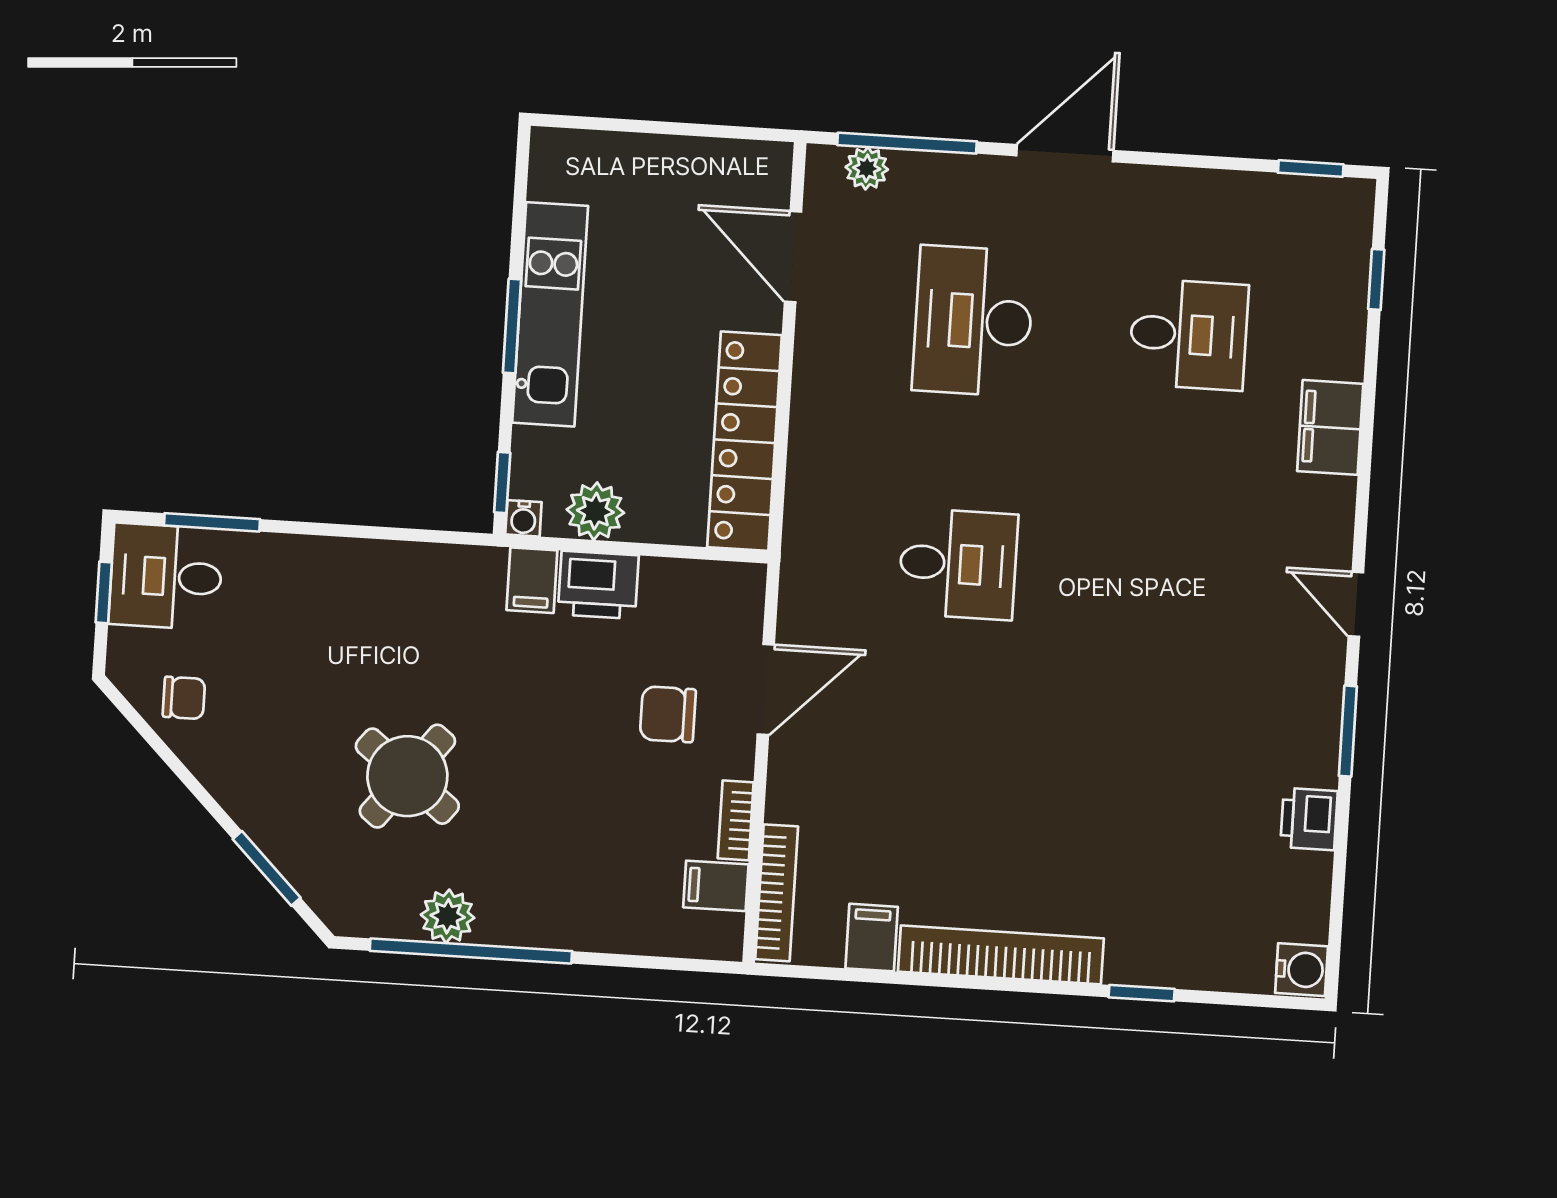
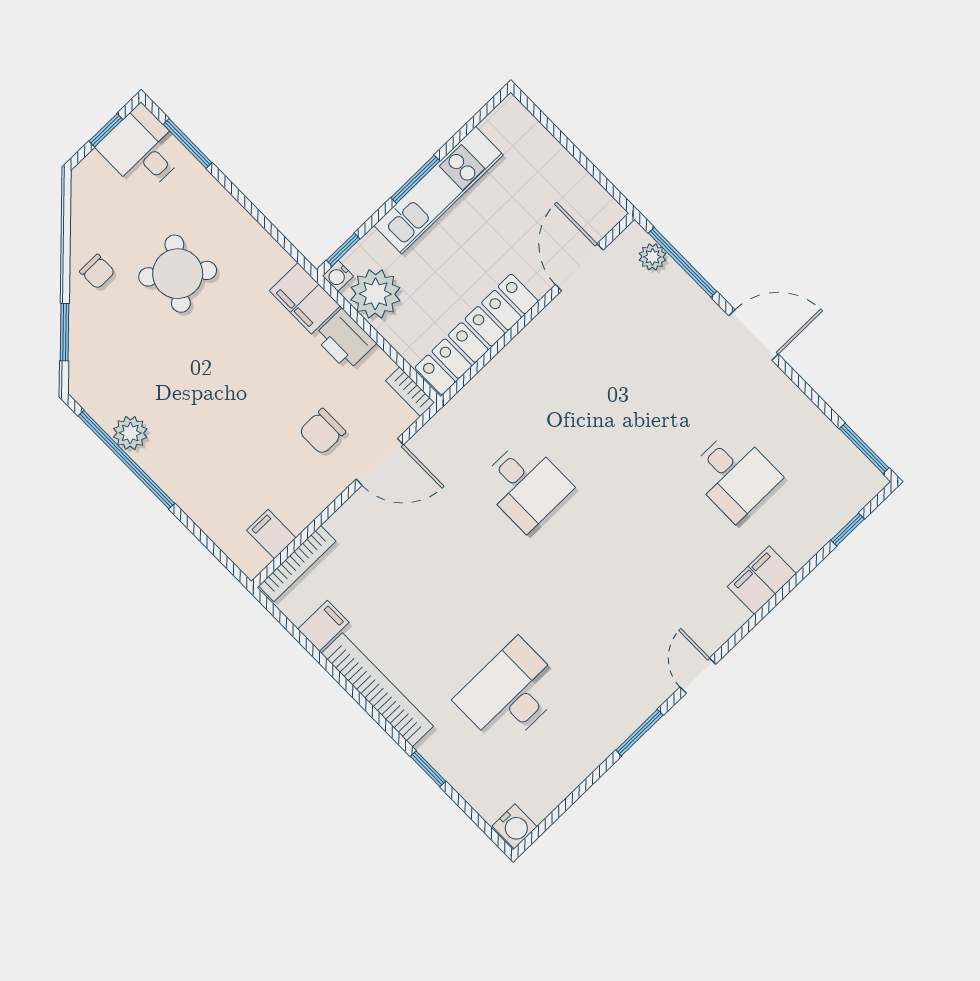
window: (1311, 169) -> (864, 448), width x1.50
desk: (973, 321) -> (510, 693), moved
plant: (595, 511) -> (375, 294), width x1.36, depth x1.36
filing cabinet: (532, 580) -> (305, 298), width x2.00
chair: (184, 698) -> (97, 272), moved
chair: (668, 714) -> (322, 432), turned -90
round table: (407, 776) -> (178, 274), moved
printer: (1309, 819) -> (583, 758), removed
bookcase: (736, 820) -> (410, 392), moved, turned -90

